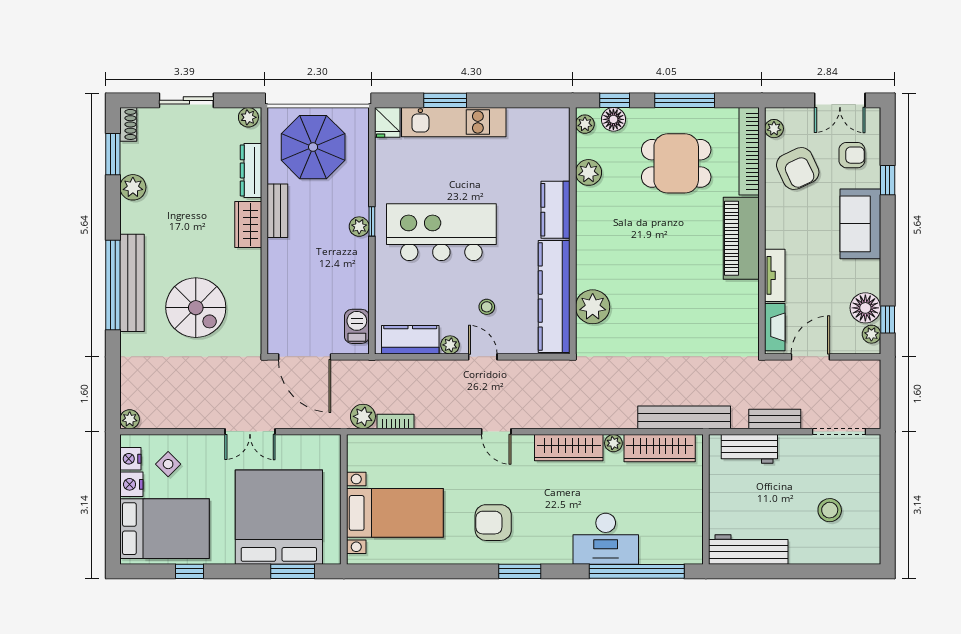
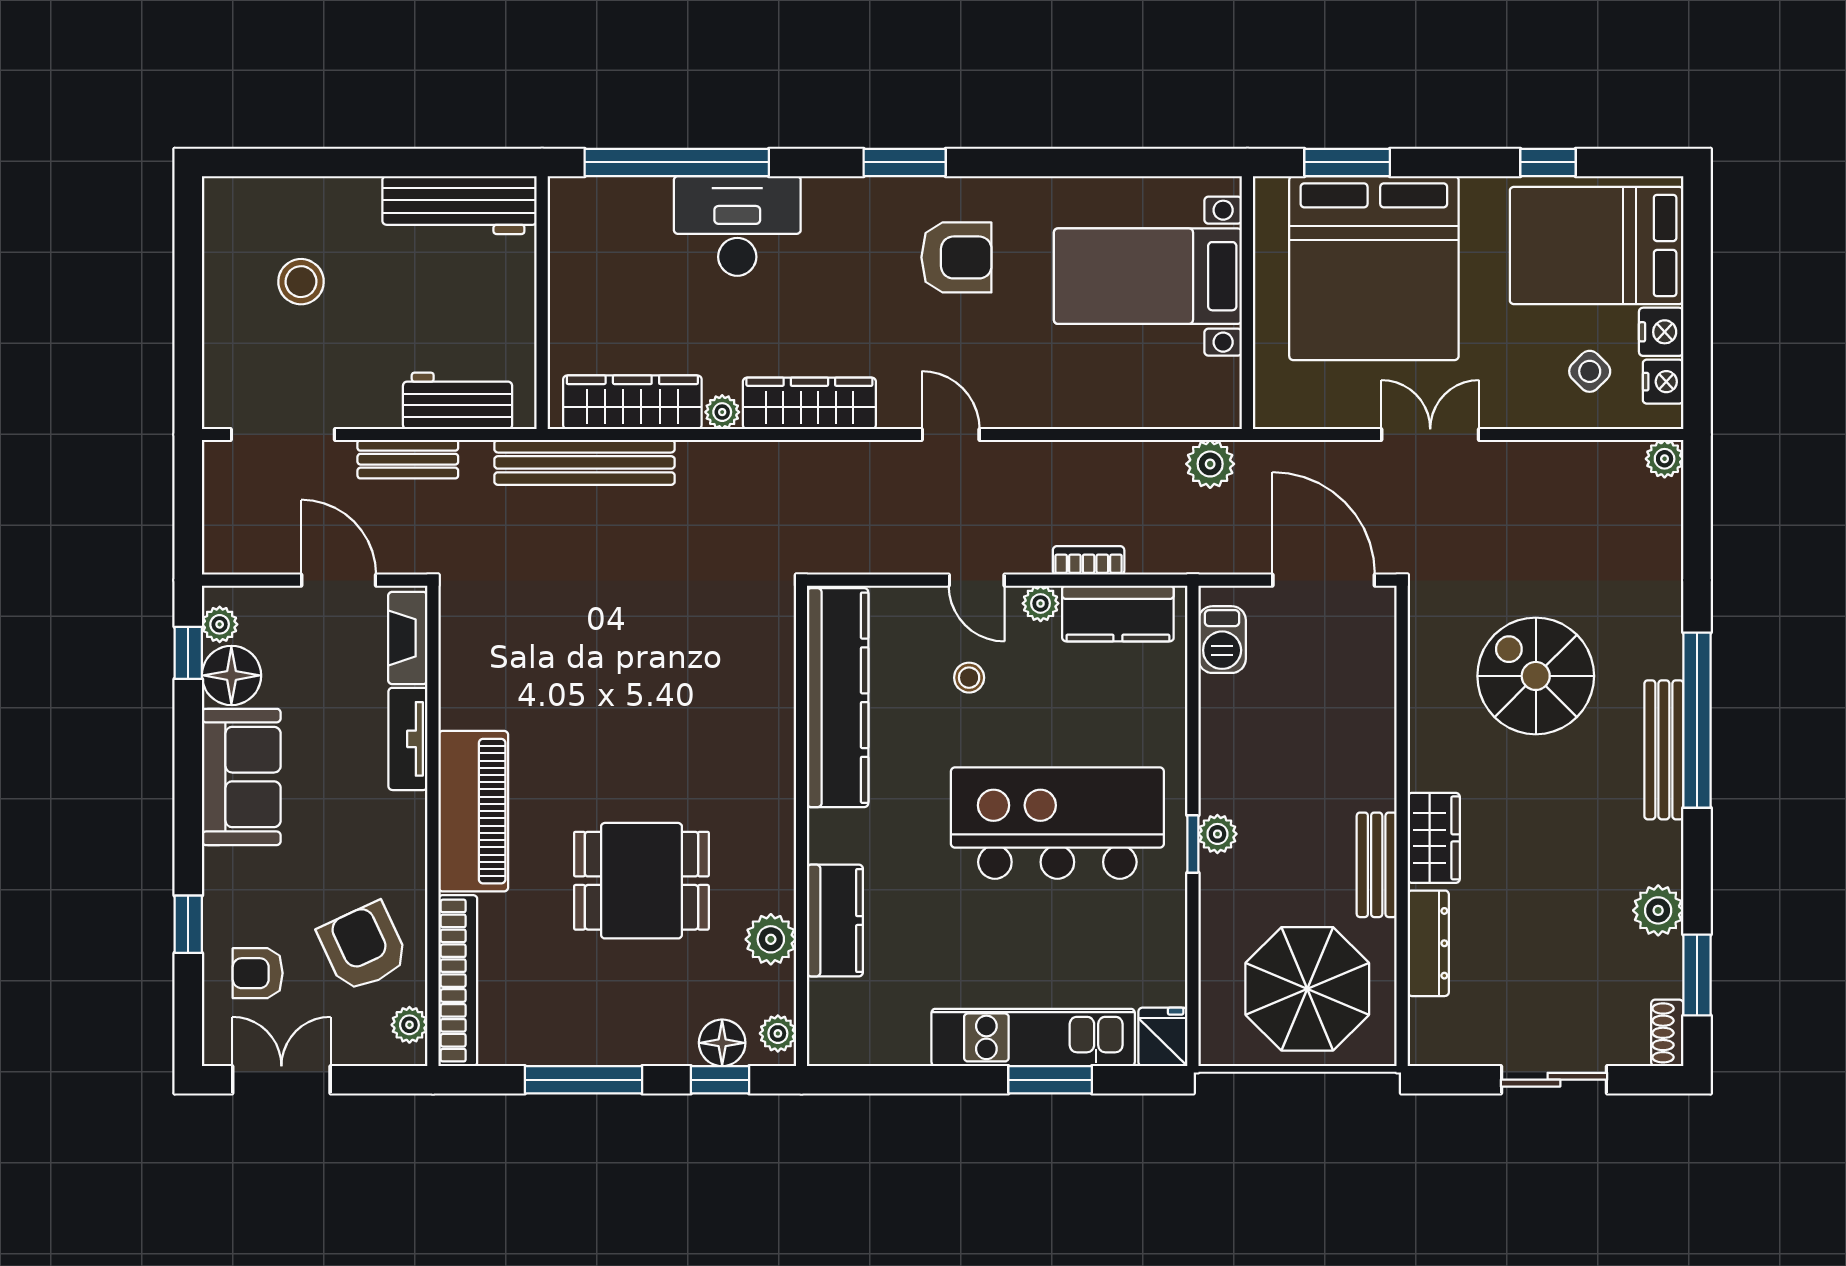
plant: (248, 117) -> (1433, 1047), removed
dining table: (676, 163) -> (641, 881), moved
kitchen counter: (556, 210) -> (835, 921), moved
sofa: (860, 224) -> (241, 777), moved
kitchen island: (441, 232) -> (1057, 823), turned 180
bench: (132, 283) -> (1664, 750), width x0.73, depth x0.82
plant: (593, 307) -> (763, 678), removed
door: (810, 357) -> (339, 580), swing flipped
bookcase: (395, 421) -> (1089, 560), moved, turned 180

